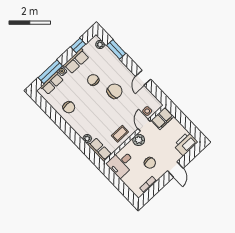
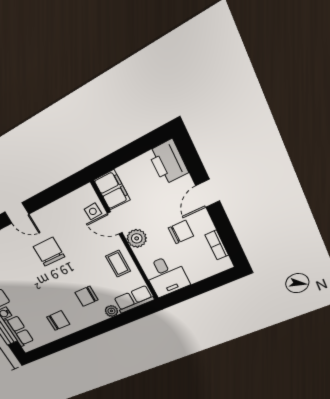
door: (143, 78) -> (17, 213), moved
chair: (93, 80) -> (86, 296), moved
door: (175, 169) -> (208, 193), swing flipped

